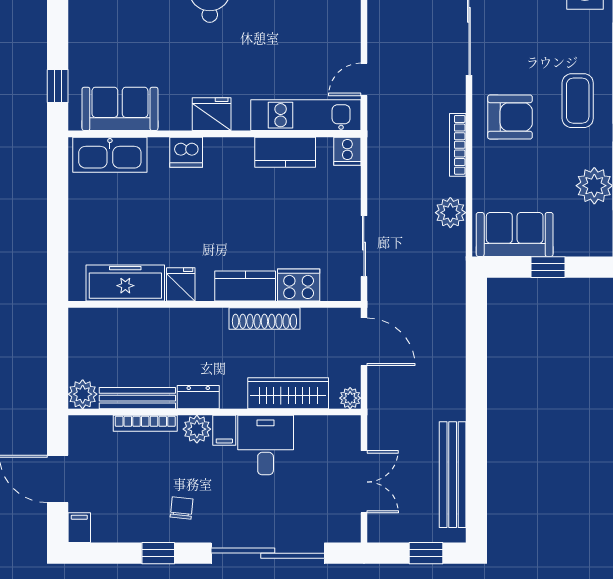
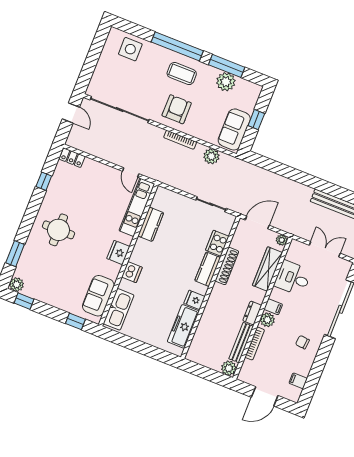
cooker: (347, 151) -> (162, 194), removed
desk: (266, 445) -> (293, 278), moved
filing cabinet: (79, 528) -> (298, 381), moved
window: (158, 553) -> (320, 362), removed

